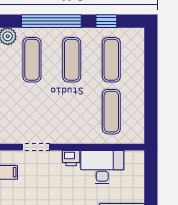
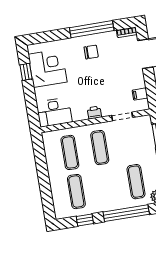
exercise mat: (72, 60) -> (100, 148), moved
desk: (102, 167) -> (54, 112), moved

